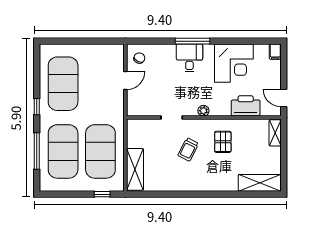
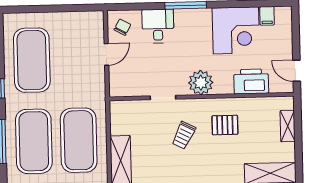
filing cabinet: (275, 52) -> (267, 16), moved
desk: (189, 58) -> (158, 26), moved
plant: (203, 111) -> (201, 83), width x1.88, depth x1.88
shelving: (275, 133) -> (288, 126), moved
pallet: (223, 142) -> (225, 125), turned 90

